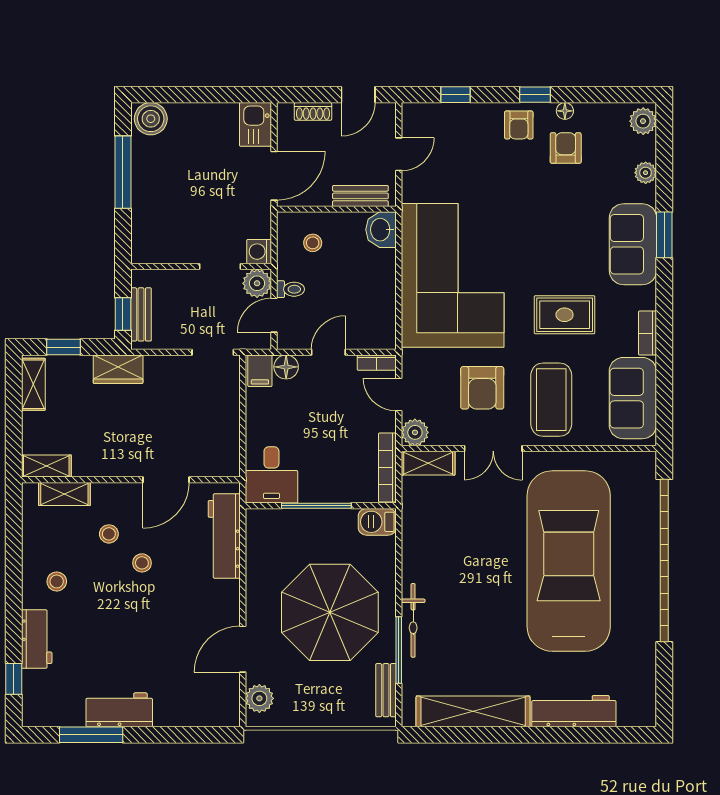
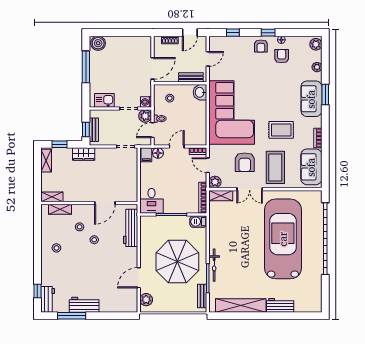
kitchen sink: (255, 124) -> (104, 100), moved, turned 90
workbench: (37, 639) -> (48, 299), moved
workbench: (574, 711) -> (280, 305), width x0.73

